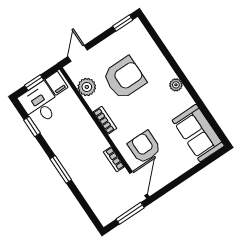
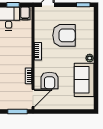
plant: (87, 87) -> (40, 27), removed
sofa: (198, 133) -> (84, 80), moved
armchair: (144, 147) -> (50, 80), turned 180

